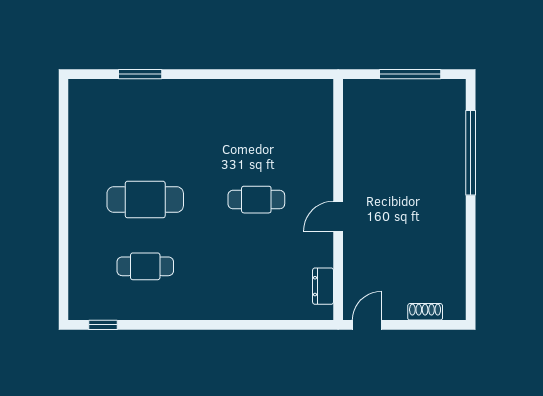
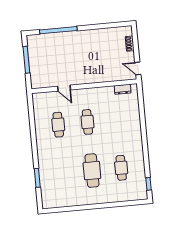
cafe table: (256, 133) -> (58, 125), added
door: (338, 216) -> (64, 88), moved

